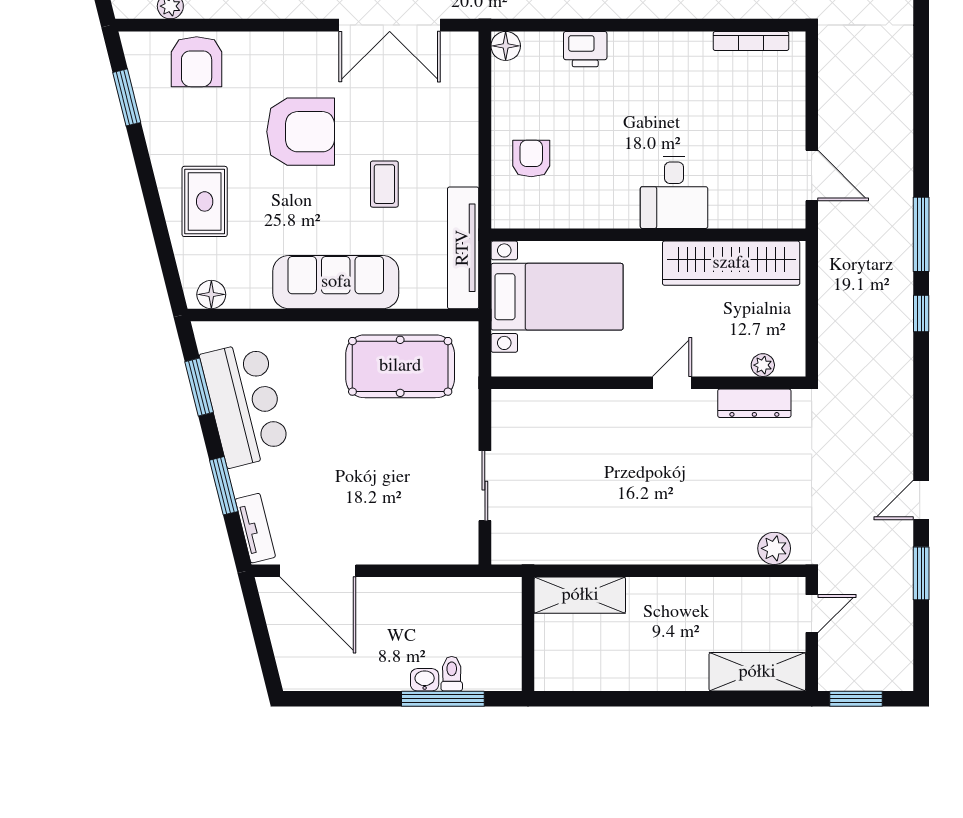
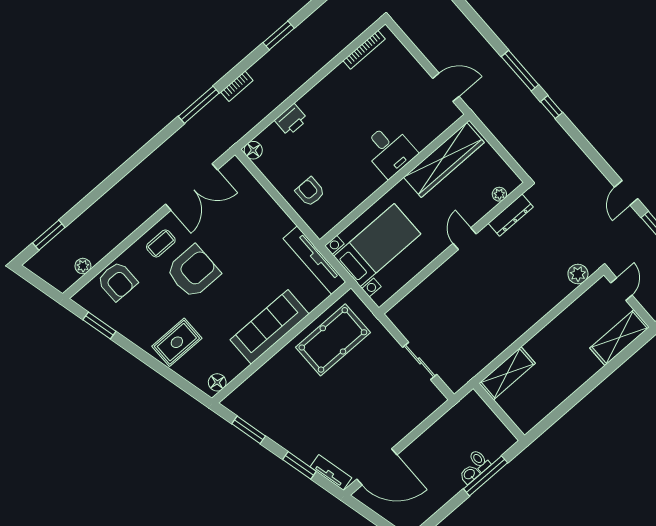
coffee table: (384, 184) -> (161, 244), moved, turned 90
rug: (205, 201) -> (177, 342), turned 90
bar counter: (245, 404) -> (276, 419), removed

